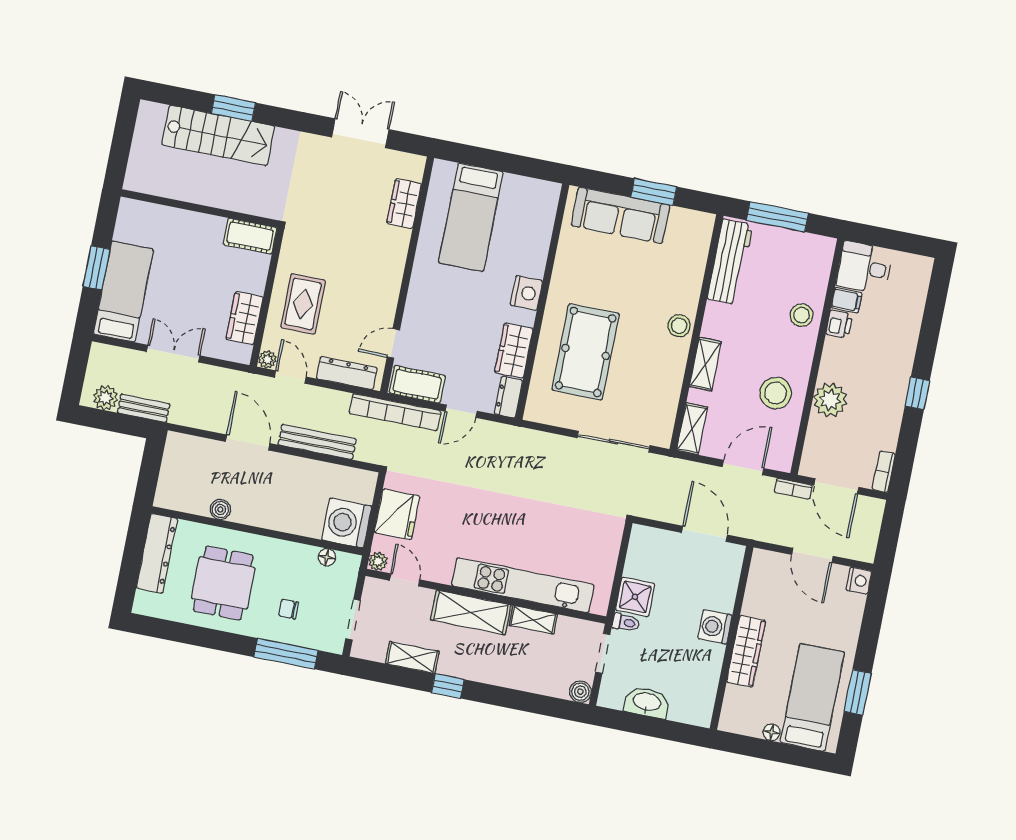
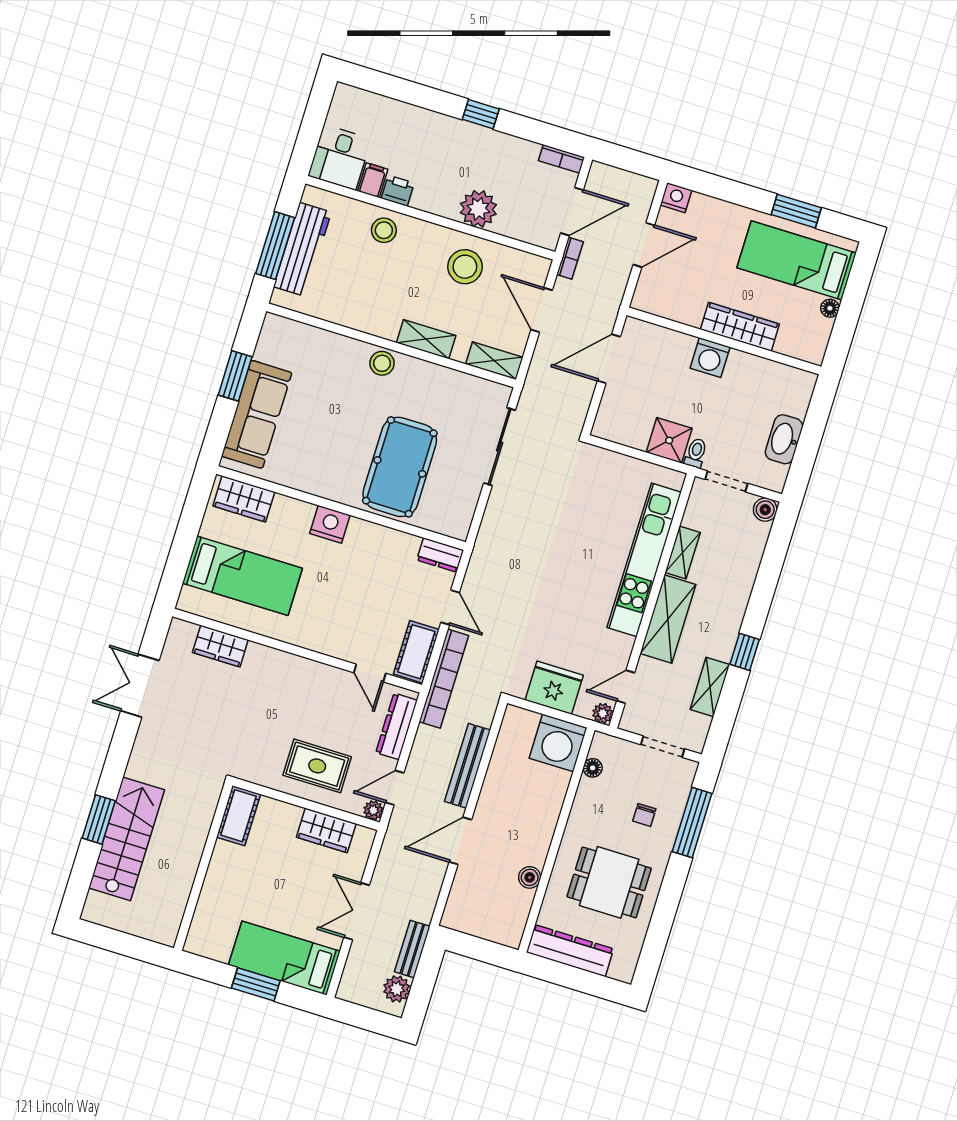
workbench: (730, 262) -> (302, 249), moved, turned 90
wardrobe: (514, 351) -> (244, 499), moved
pool table: (586, 352) -> (400, 467), turned 90

